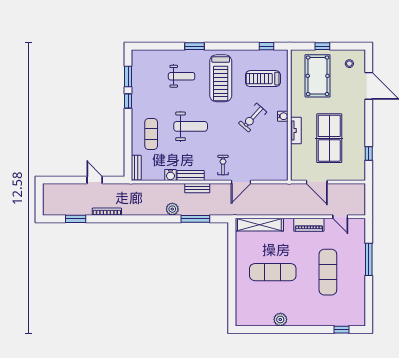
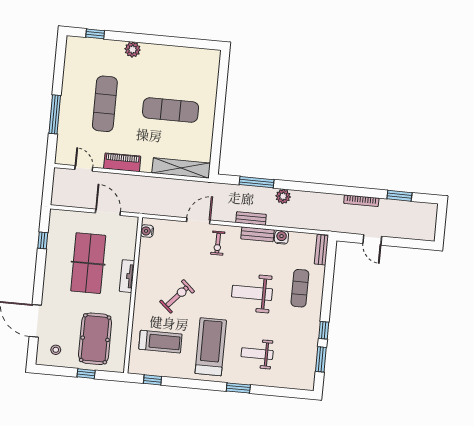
water cooler: (283, 116) -> (147, 231), moved
plant: (280, 319) -> (133, 49), moved

